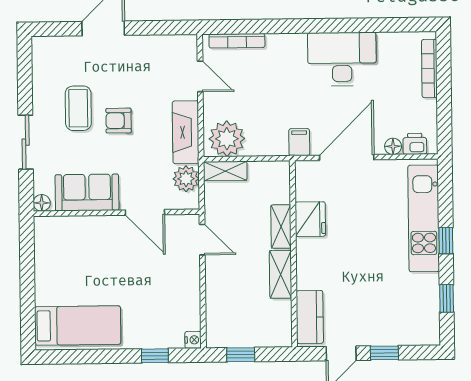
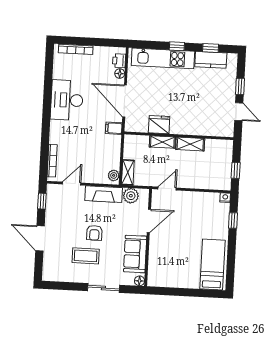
window: (167, 28) -> (42, 201), added
plant: (227, 139) -> (114, 175), width x0.53, depth x0.53
kitchen counter: (310, 317) -> (211, 60), moved, turned 180

